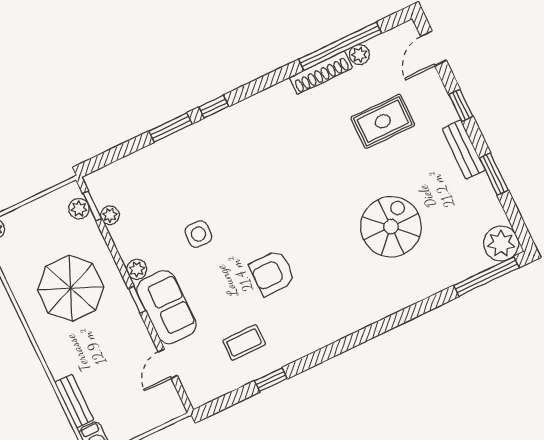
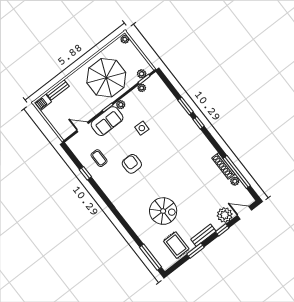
rug: (383, 121) -> (176, 245), moved
plant: (501, 243) -> (225, 215), moved
parasol: (71, 288) -> (106, 78), width x1.36, depth x1.36

